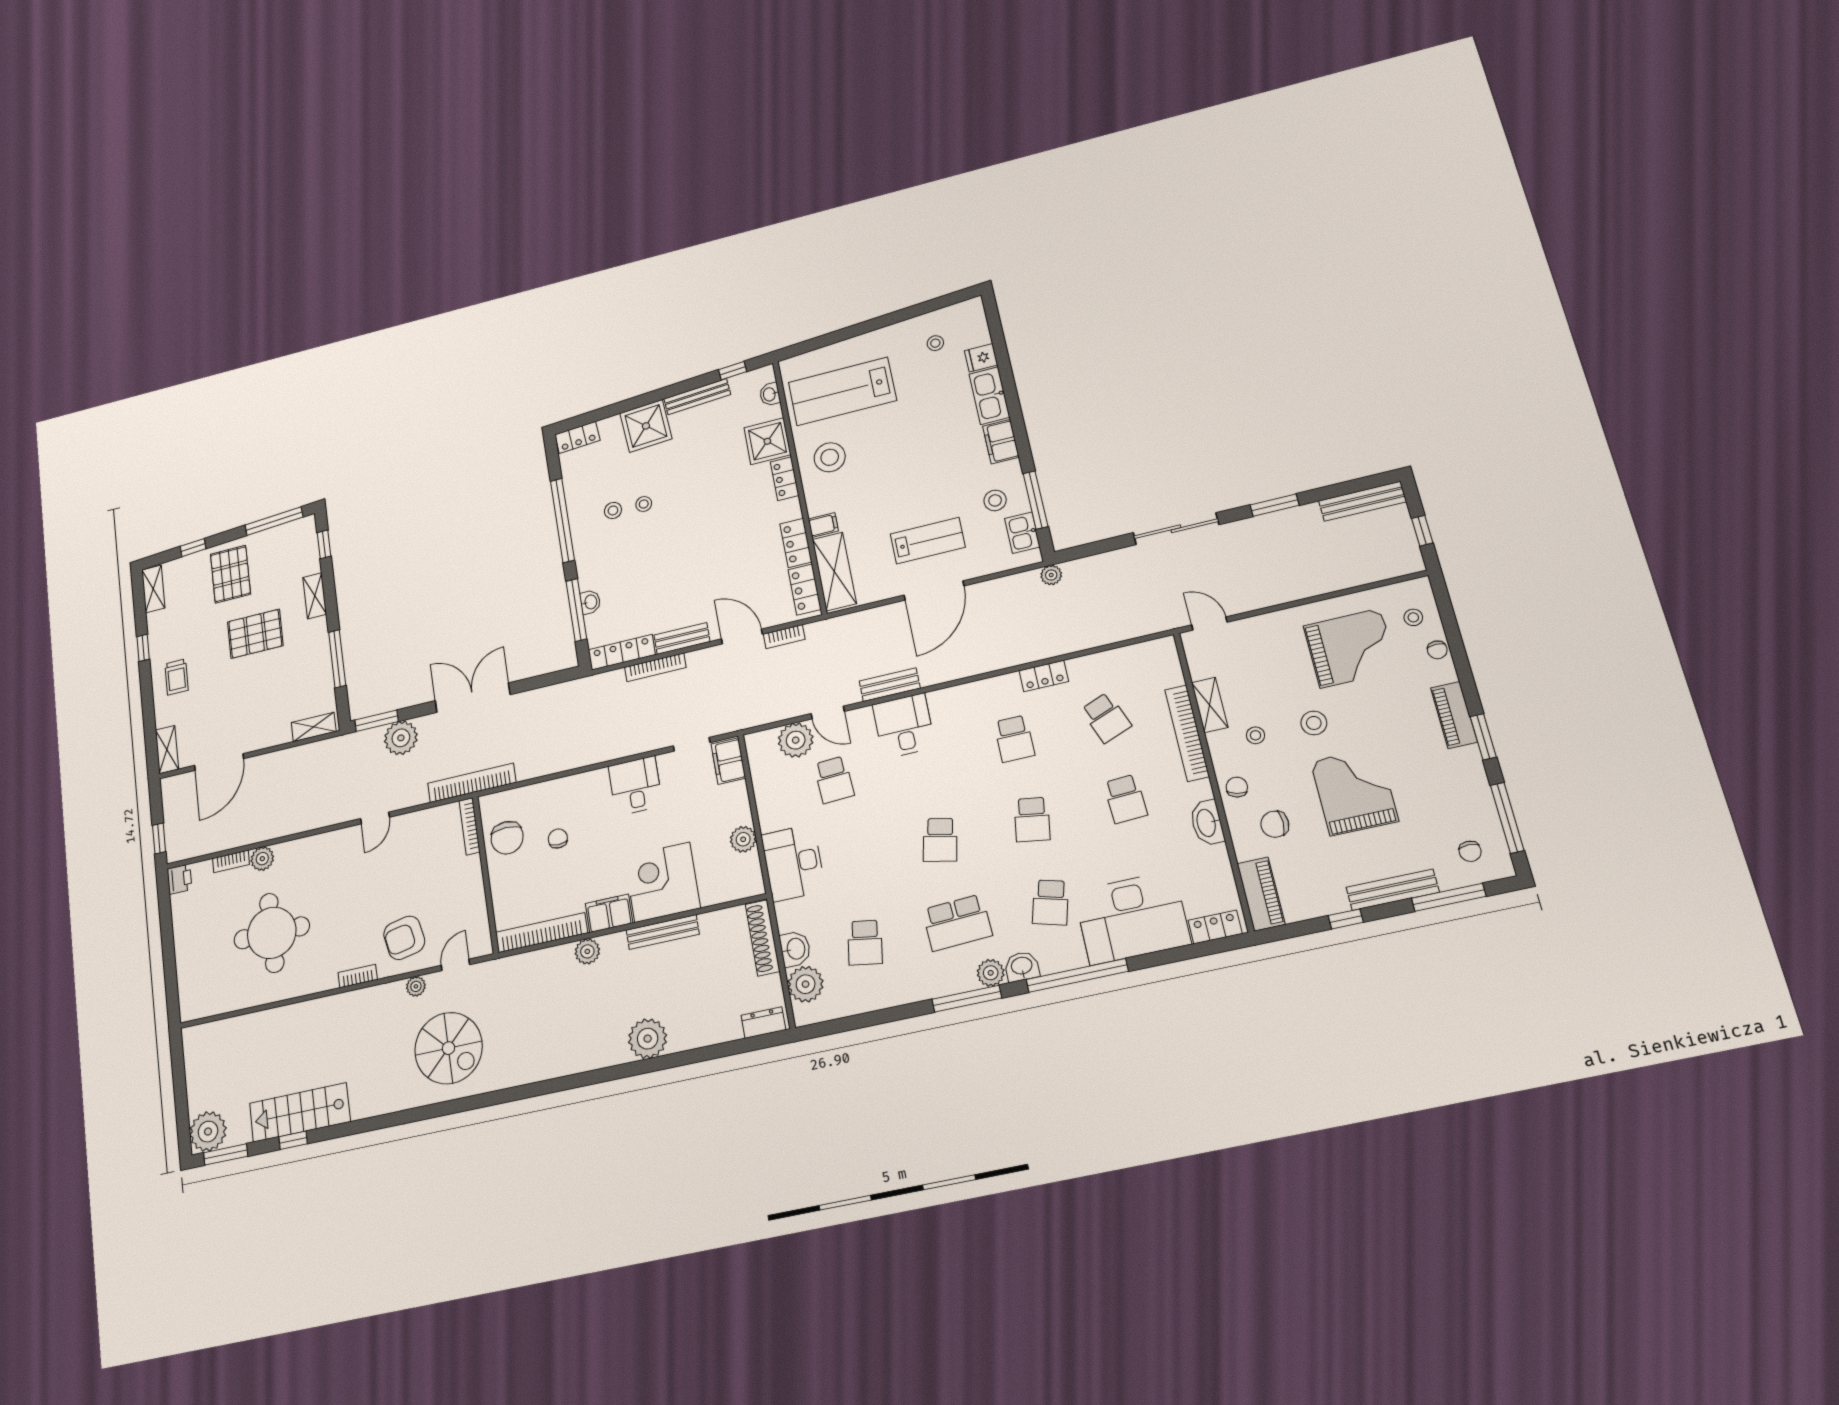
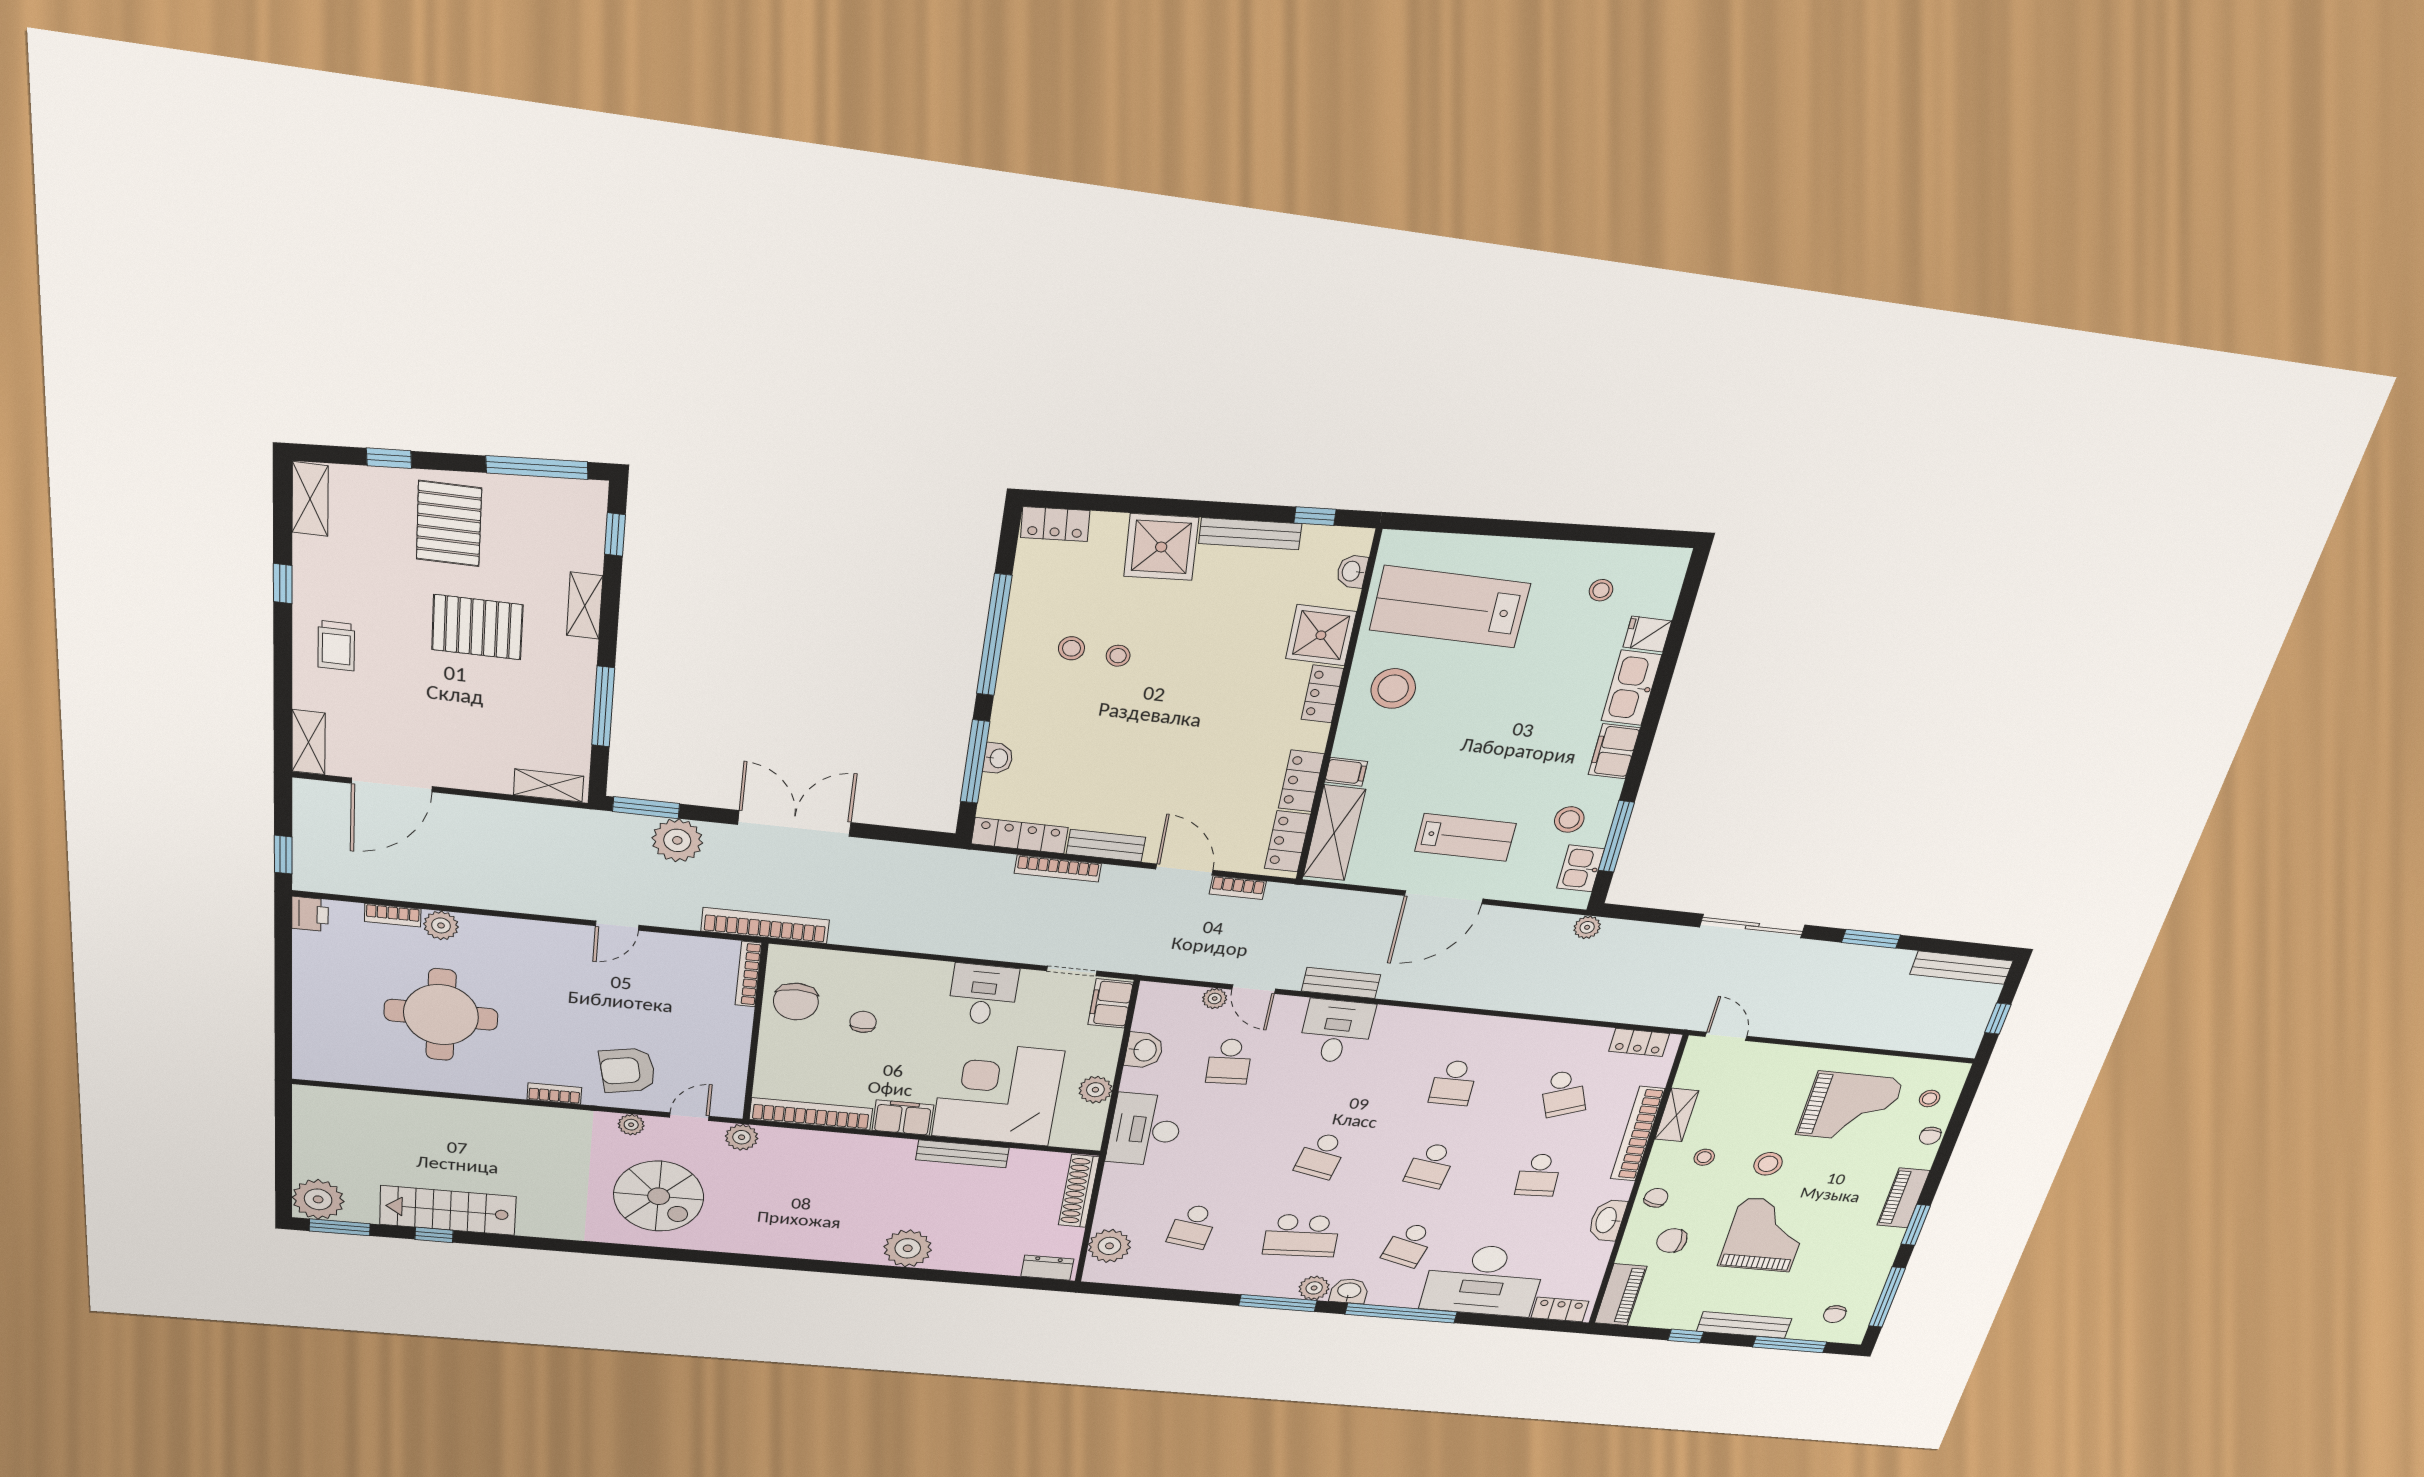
locker: (1044, 676) -> (1639, 1042), moved
plant: (796, 740) -> (1215, 999), width x0.53, depth x0.53
corner desk: (662, 882) -> (998, 1094), width x1.36, depth x1.36
washbasin: (795, 949) -> (1144, 1050), moved
plant: (587, 951) -> (742, 1137), moved

